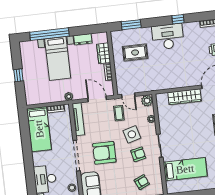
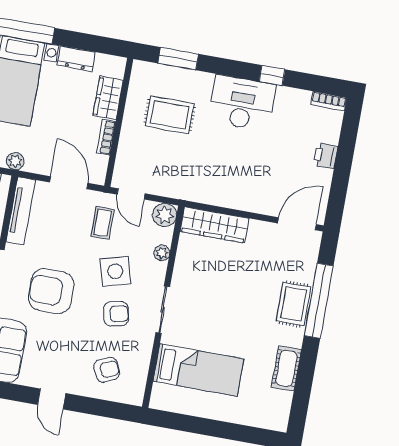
wardrobe: (185, 97) -> (214, 225), moved

